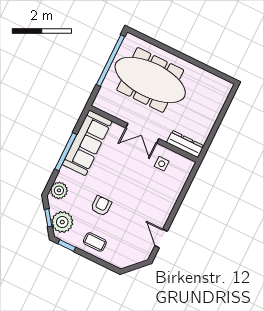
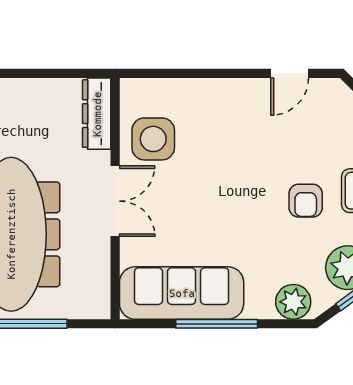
side table: (162, 164) -> (153, 139), width x1.87, depth x1.87
armchair: (101, 206) -> (306, 201), moved, turned -90

